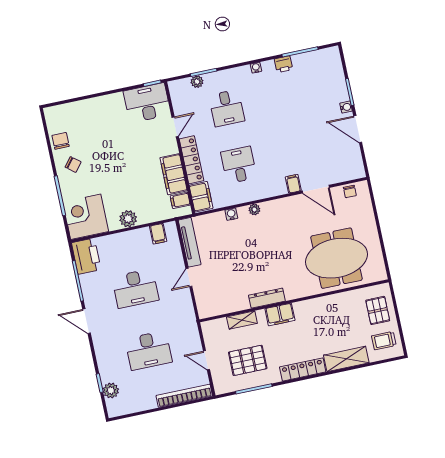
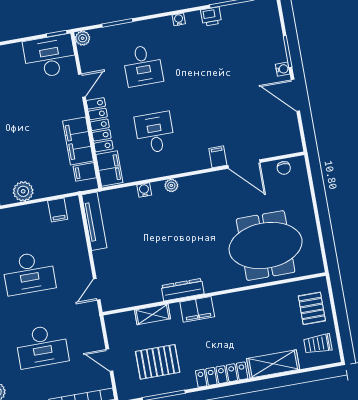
plant: (197, 82) -> (83, 38), moved
door: (189, 278) -> (97, 289), moved

